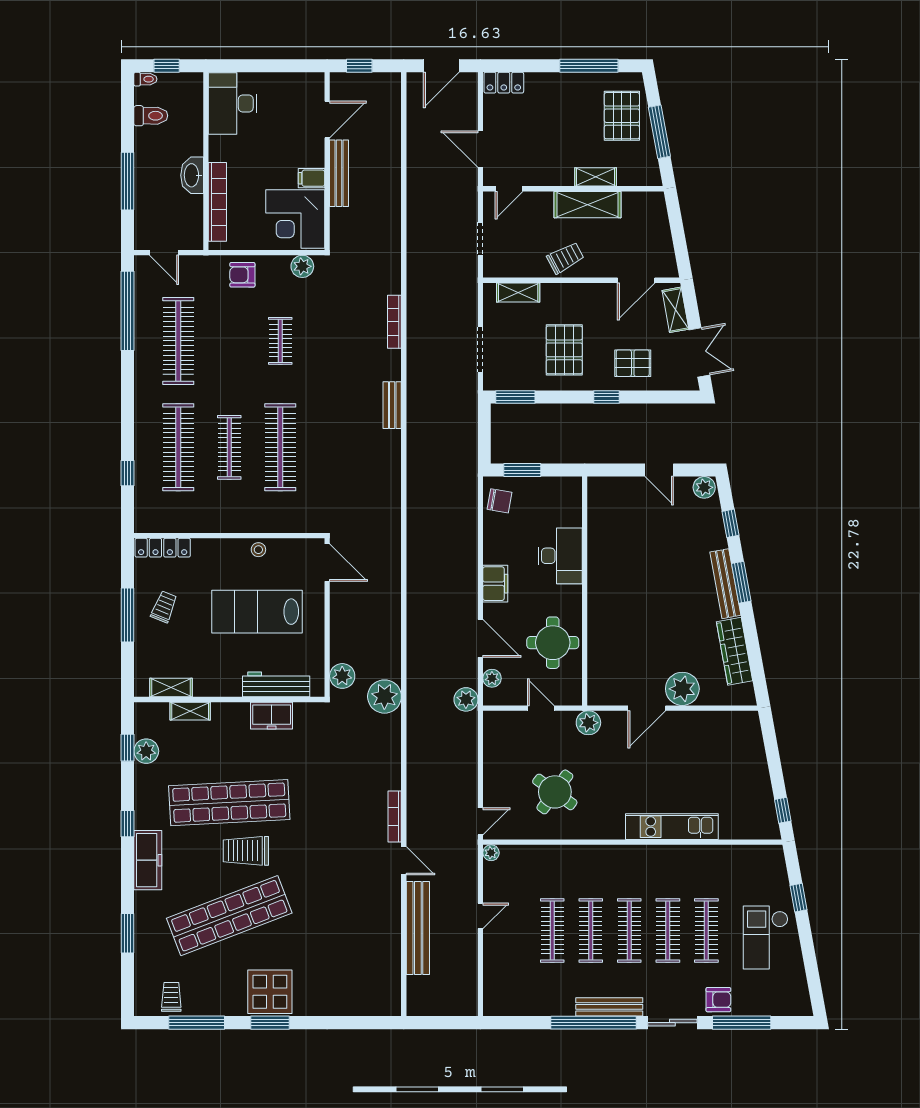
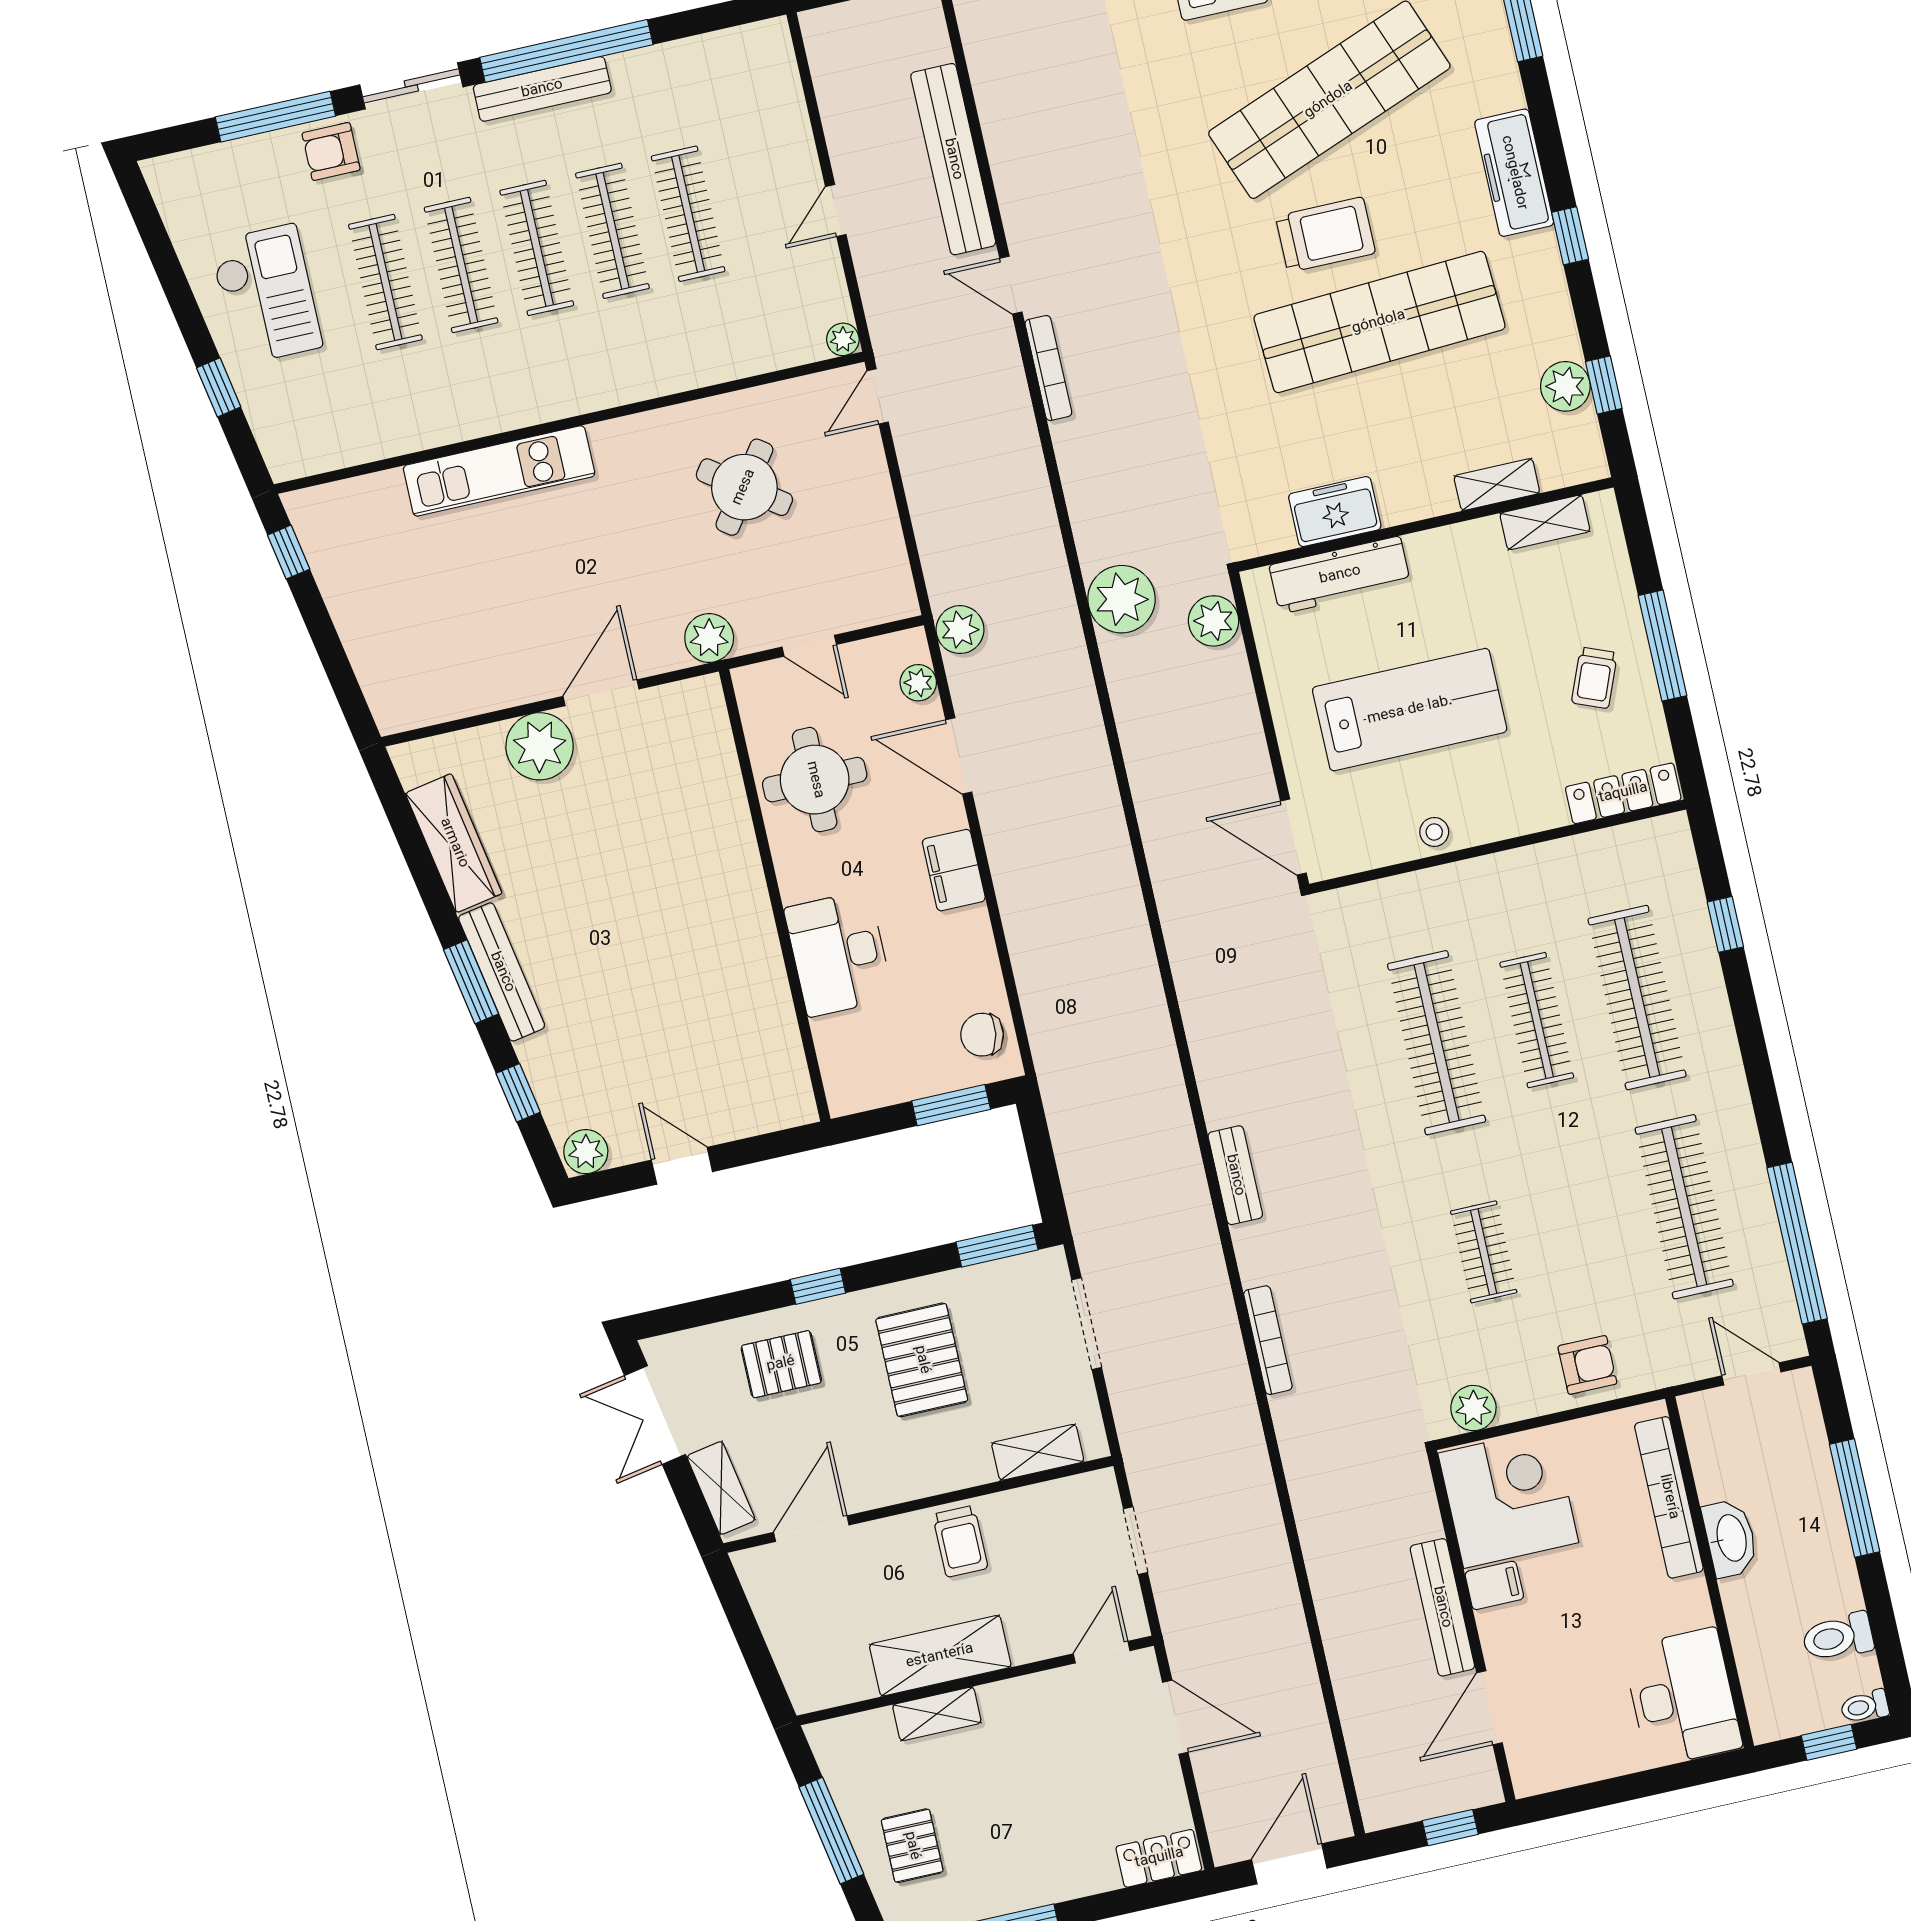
pallet: (622, 116) -> (912, 1846), width x0.67, depth x0.71
trolley: (565, 258) -> (960, 1541), turned -62

